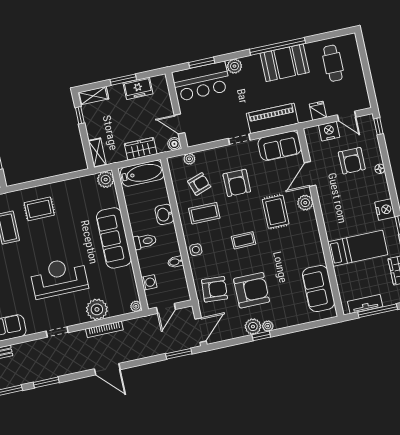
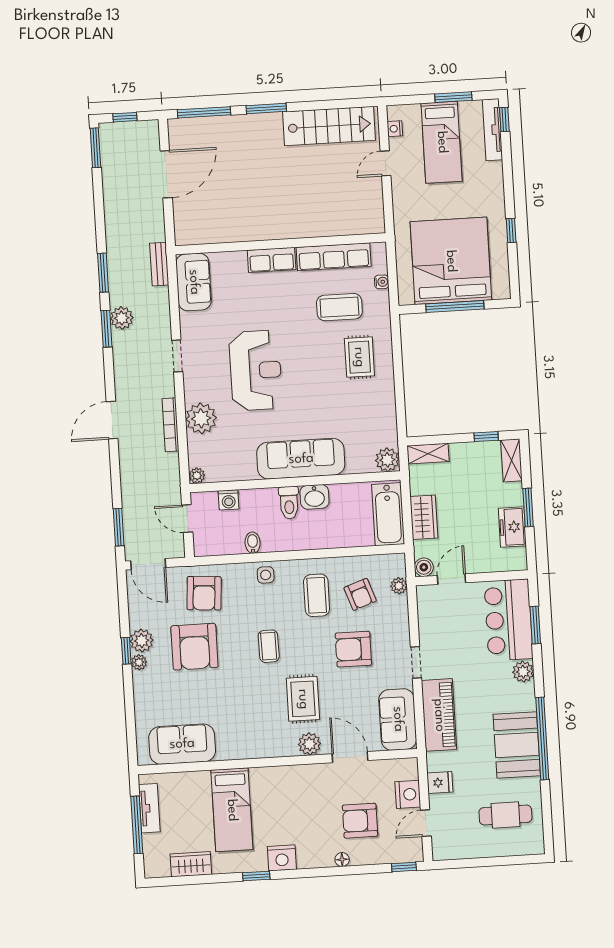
rug: (276, 212) -> (303, 699), turned 90
washbasin: (164, 214) -> (315, 497), moved, turned 180
plant: (37, 373) -> (122, 318), added

